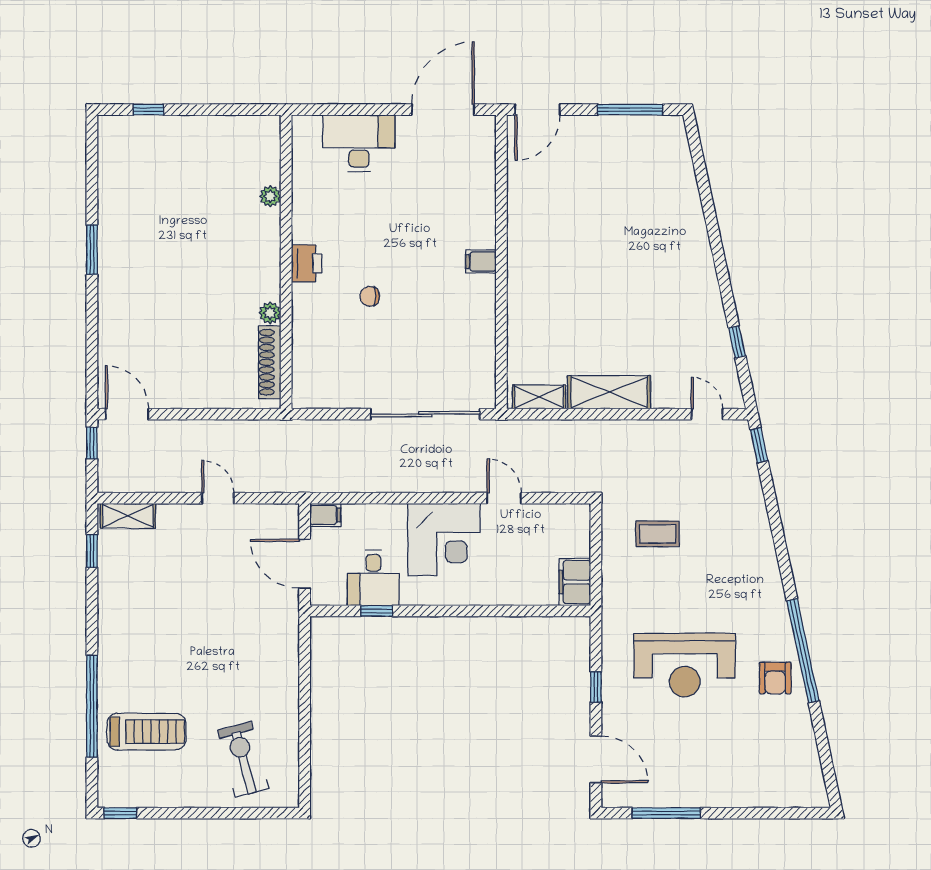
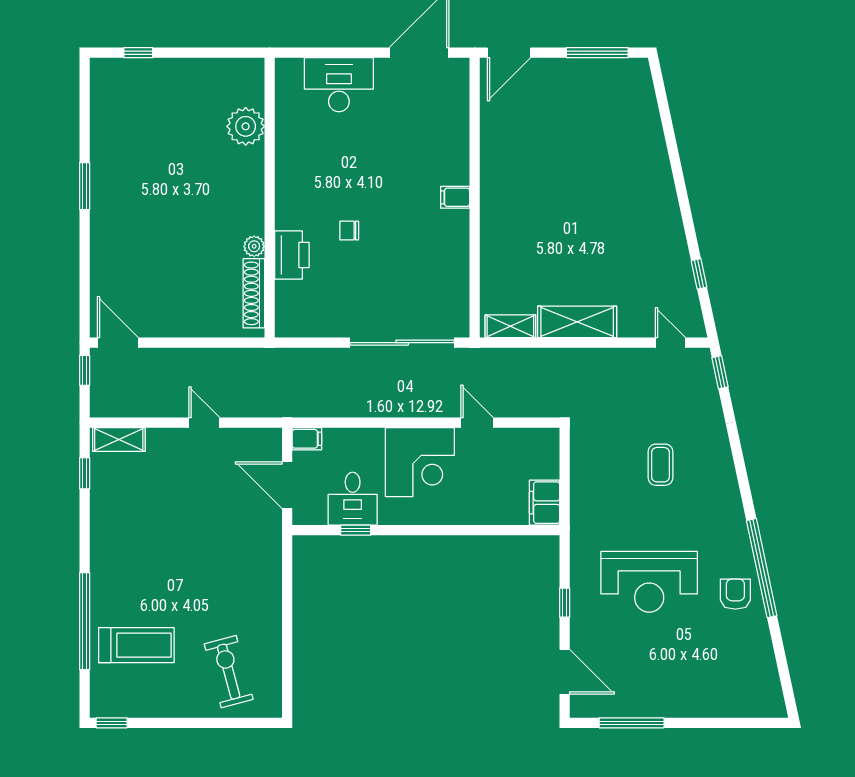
plant: (270, 196) -> (246, 126), width x1.88, depth x1.88
printer: (307, 263) -> (292, 255), moved, width x1.37, depth x1.19
coffee table: (658, 534) -> (660, 465), moved, turned 90
armchair: (775, 678) -> (735, 594), turned 180

